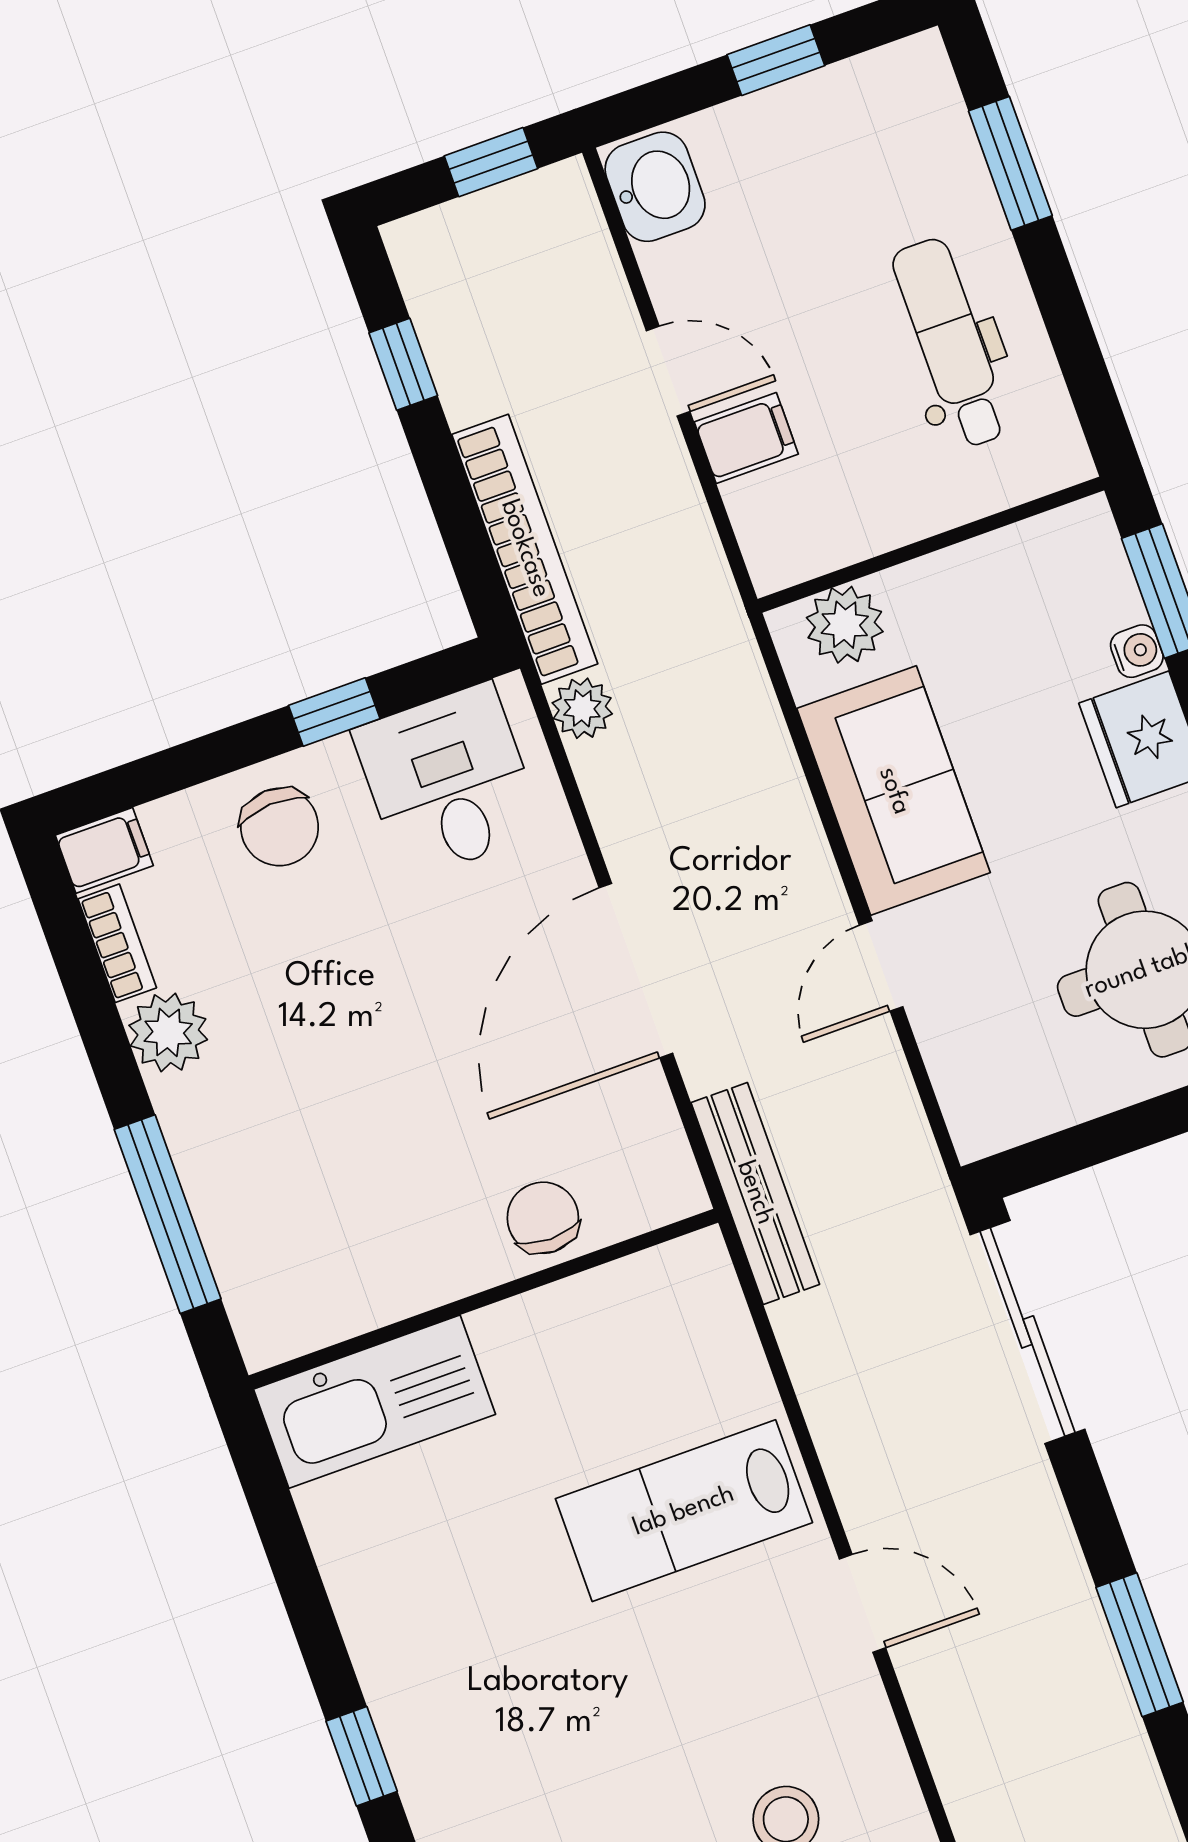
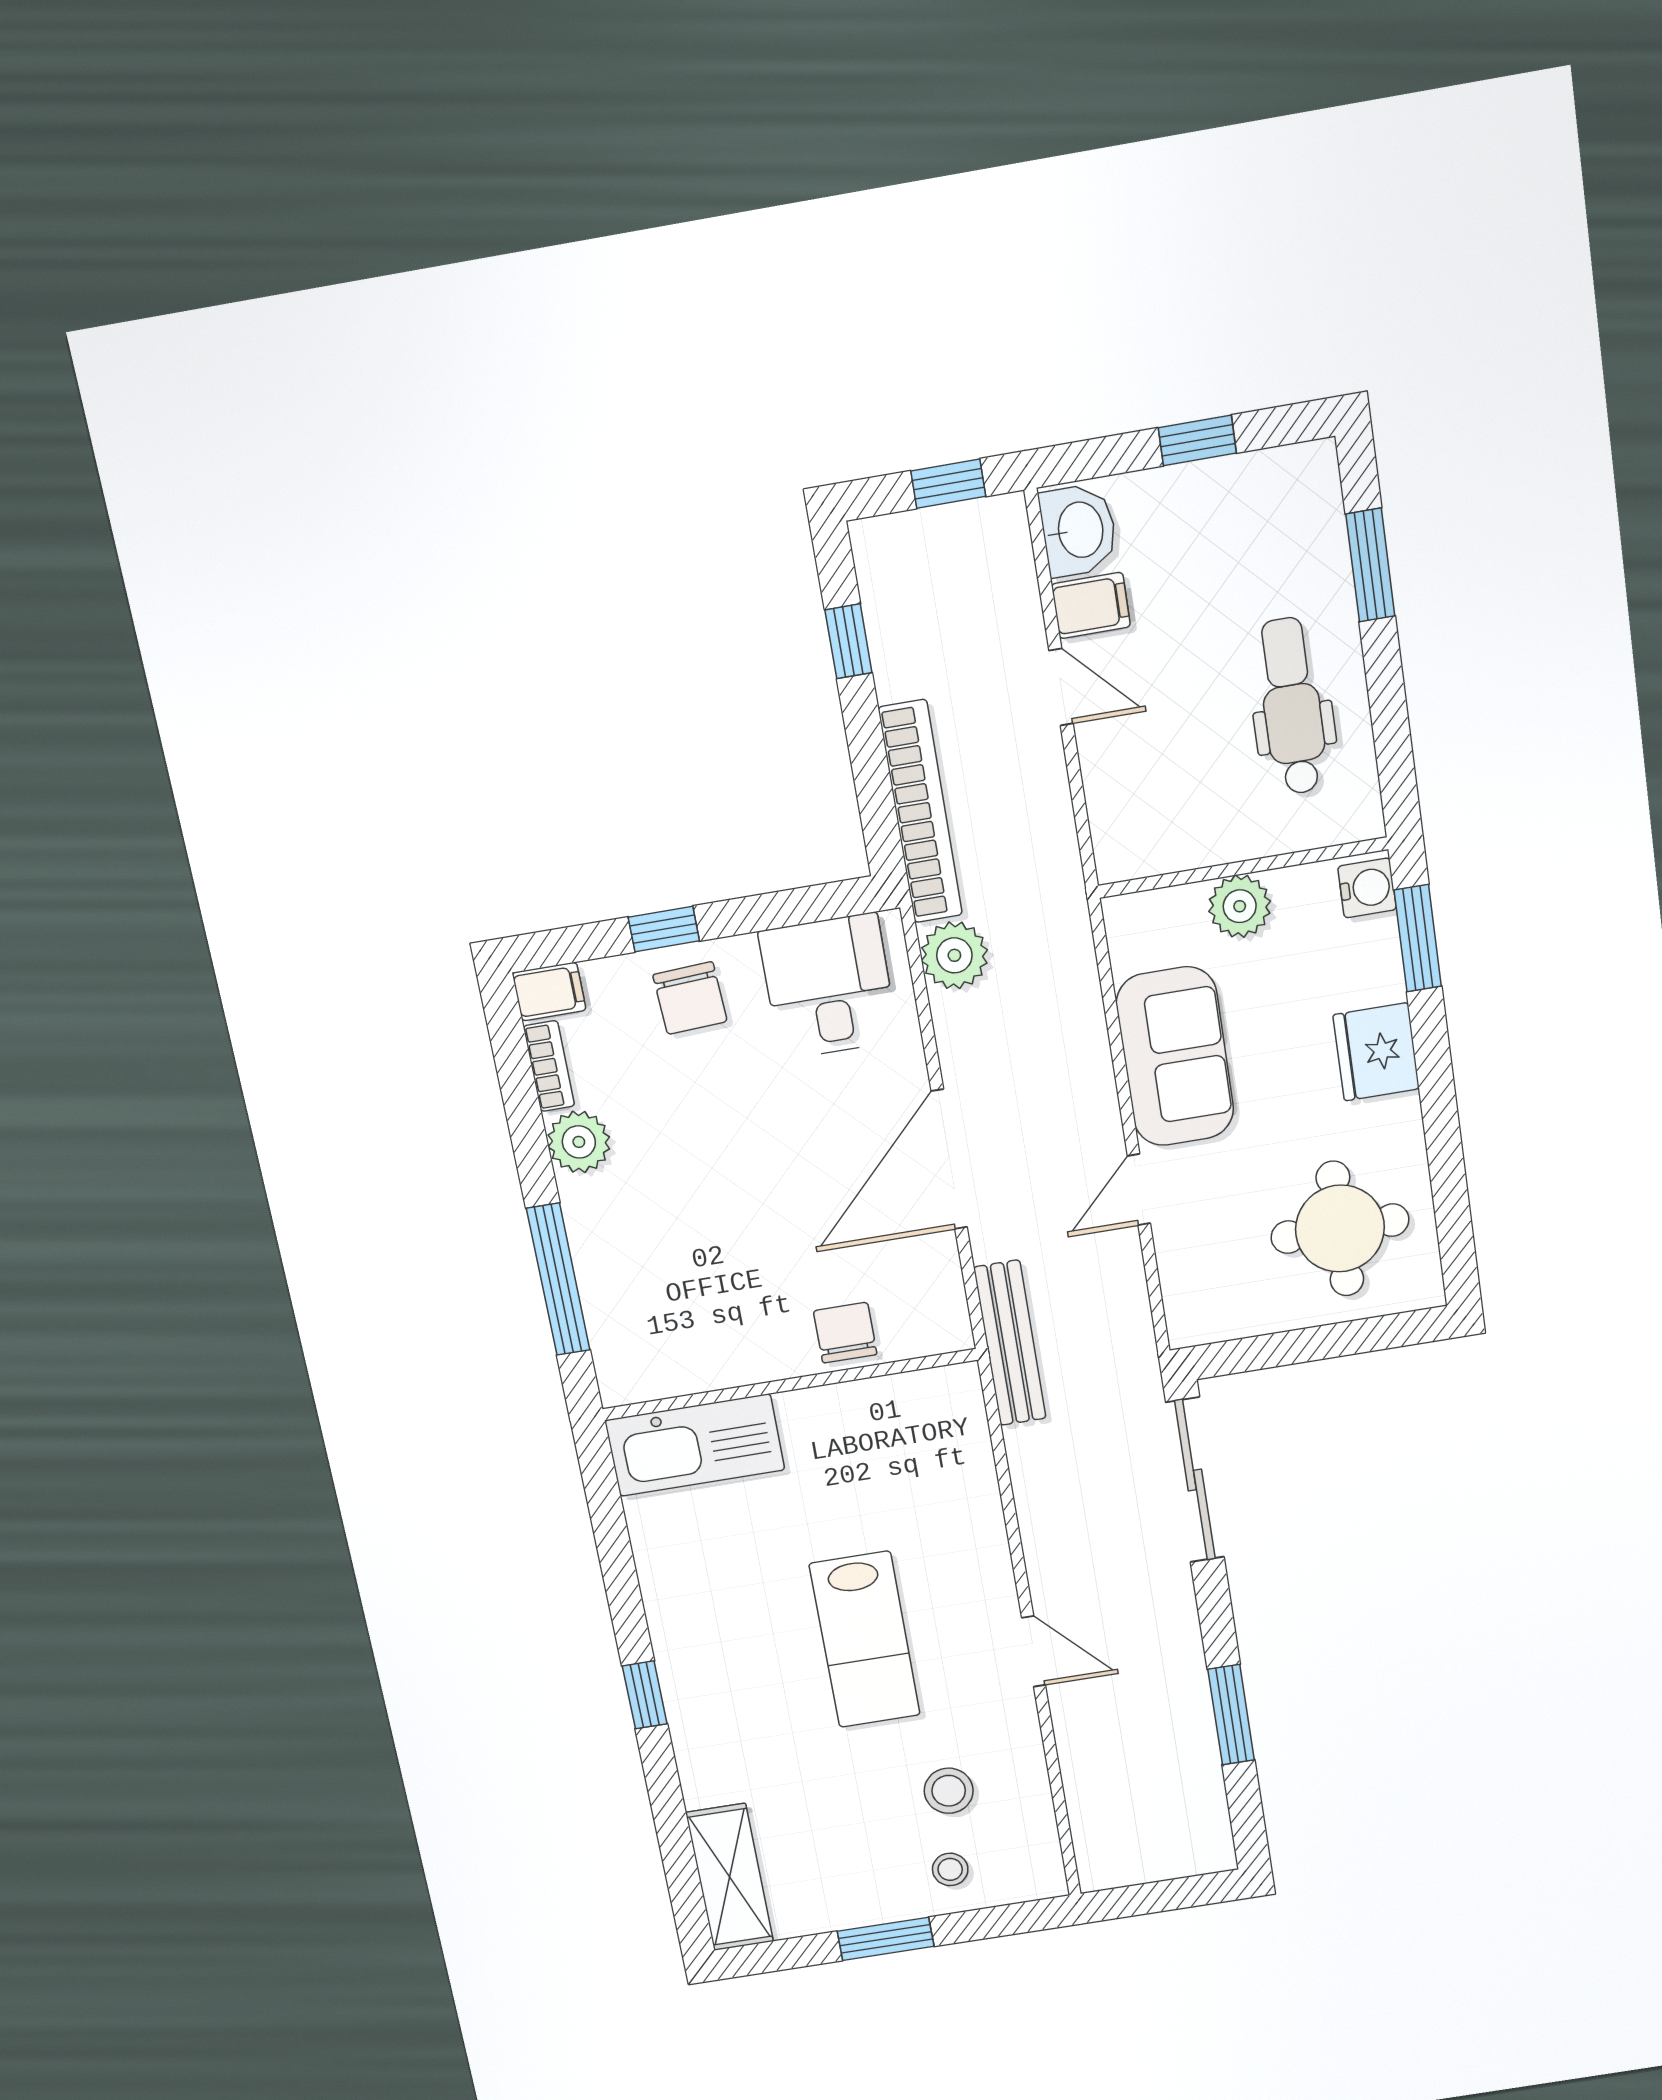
filing cabinet: (746, 438) -> (1091, 605), moved
plant: (845, 625) -> (1240, 906), moved
water cooler: (1137, 651) -> (1367, 888), moved, width x1.38, depth x1.38
plant: (582, 708) -> (954, 955), width x1.38, depth x1.38
window: (334, 712) -> (664, 929), moved
lab bench: (684, 1511) -> (865, 1640), moved, turned -90

